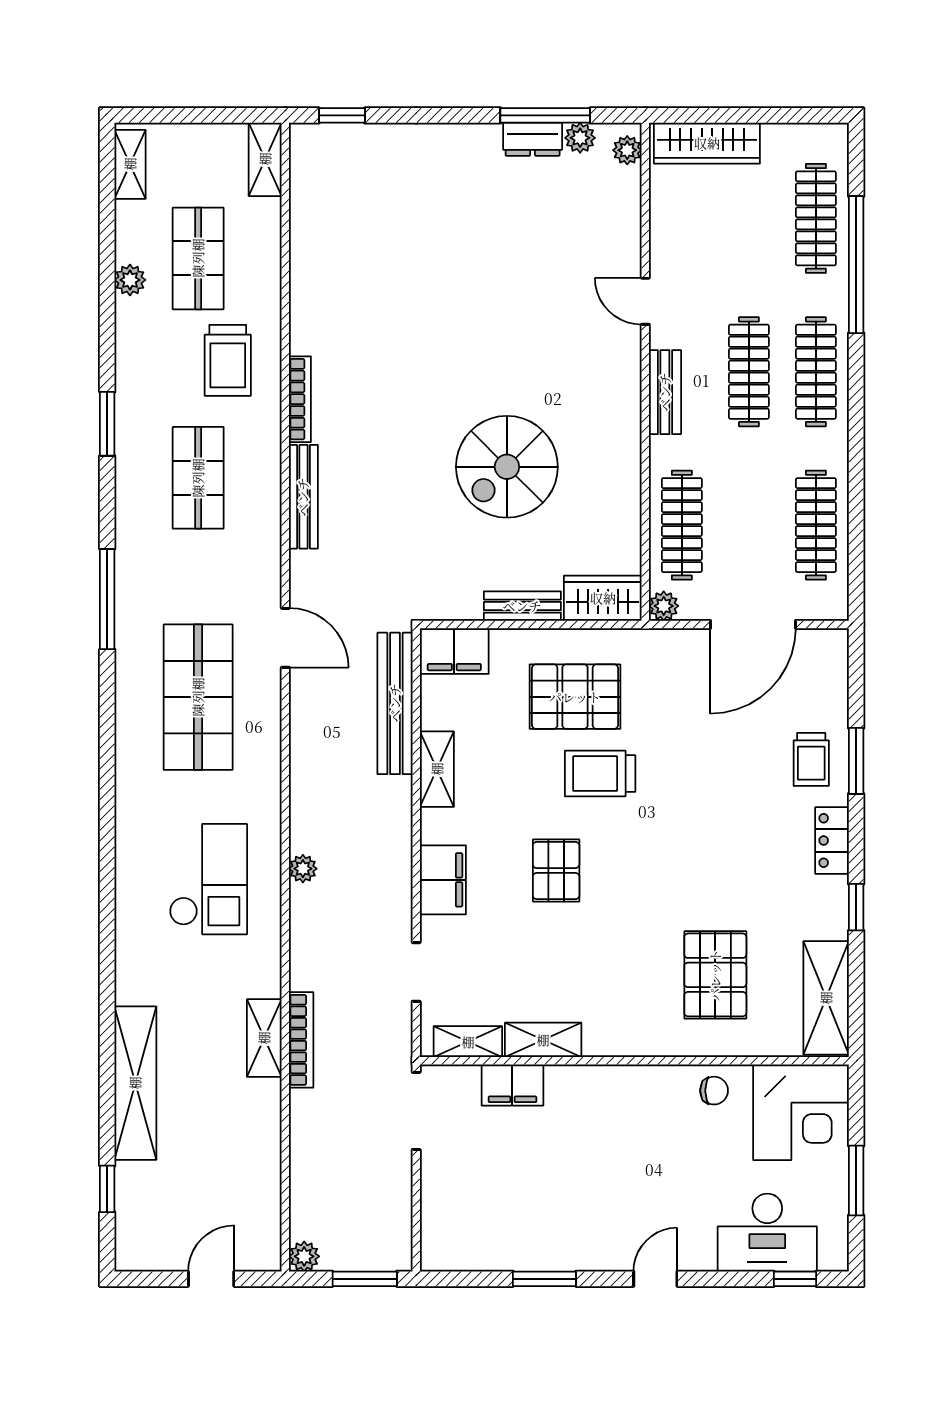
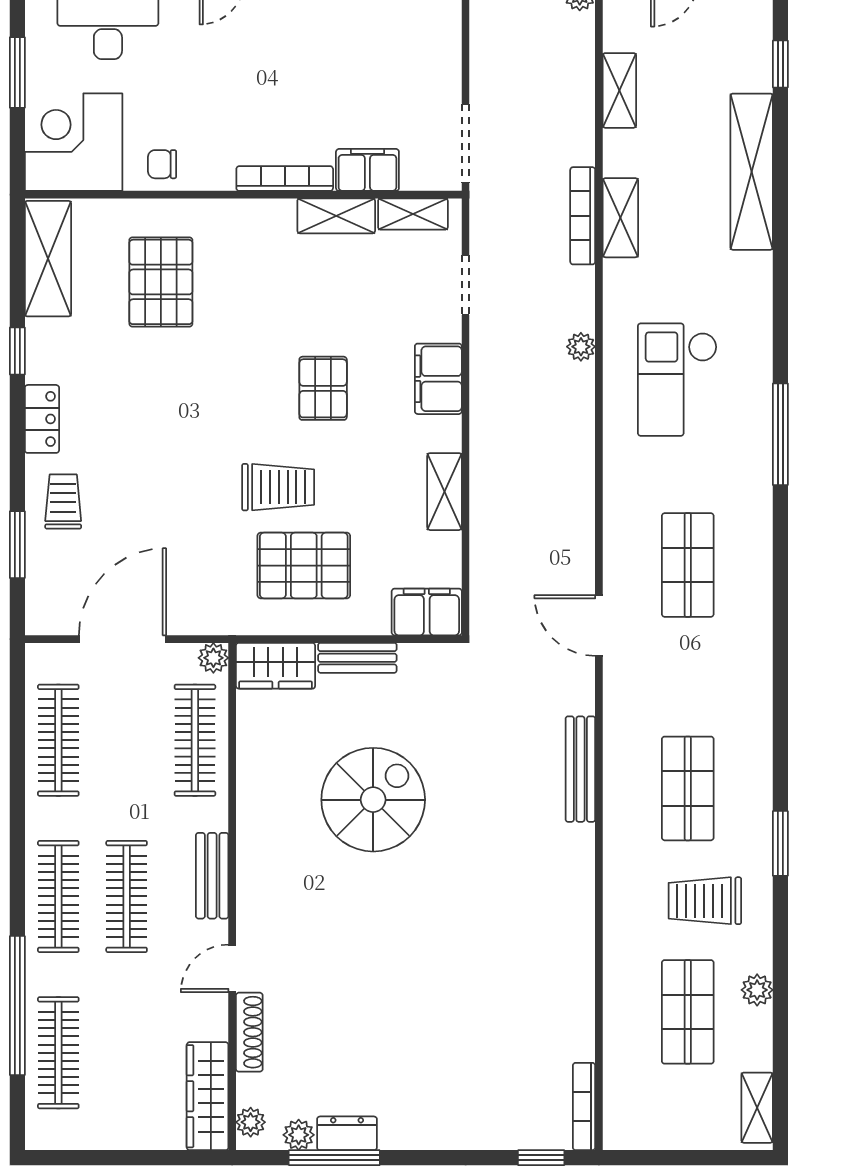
wardrobe: (707, 143) -> (208, 1096), moved, turned -90
shelving: (265, 159) -> (619, 90), moved
shoe rack: (628, 239) -> (249, 1032), added
door: (645, 301) -> (232, 968), swing flipped
trolley: (228, 360) -> (705, 901), moved, turned -90
bookcase: (300, 399) -> (584, 1106), moved
window: (107, 599) -> (780, 434), moved
shop shelf: (198, 697) -> (688, 565), width x0.70, depth x0.74
bench: (395, 703) -> (487, 559), removed
window: (856, 761) -> (17, 545), moved
plant: (303, 869) -> (581, 347), moved
bookcase: (594, 1076) -> (285, 179), added

